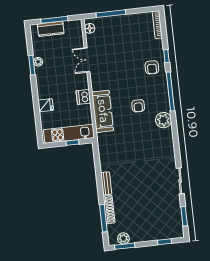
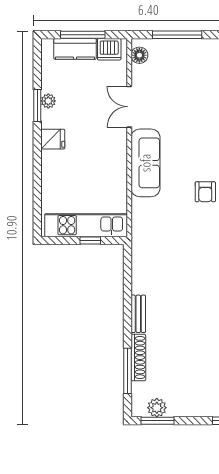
dishwasher: (83, 97) -> (109, 49), moved, turned -90
fridge: (46, 105) -> (53, 139), moved
sofa: (103, 111) -> (145, 163), moved

